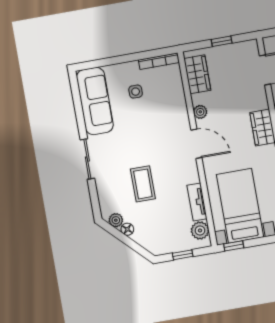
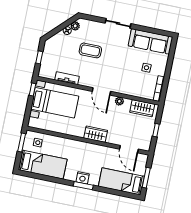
door: (196, 144) -> (101, 91), hinge flipped
plant: (200, 230) -> (49, 73), removed

